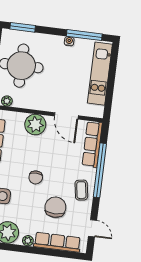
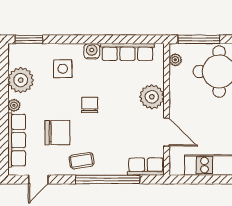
door: (66, 116) -> (167, 132), swing flipped
row of seats: (92, 144) -> (146, 167), width x0.68
chair: (36, 177) -> (90, 105), turned 90

